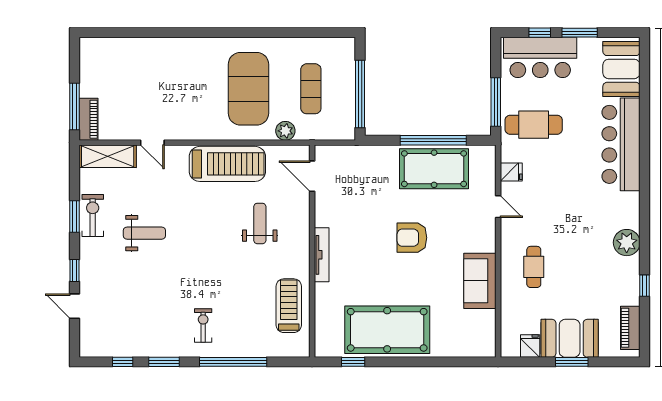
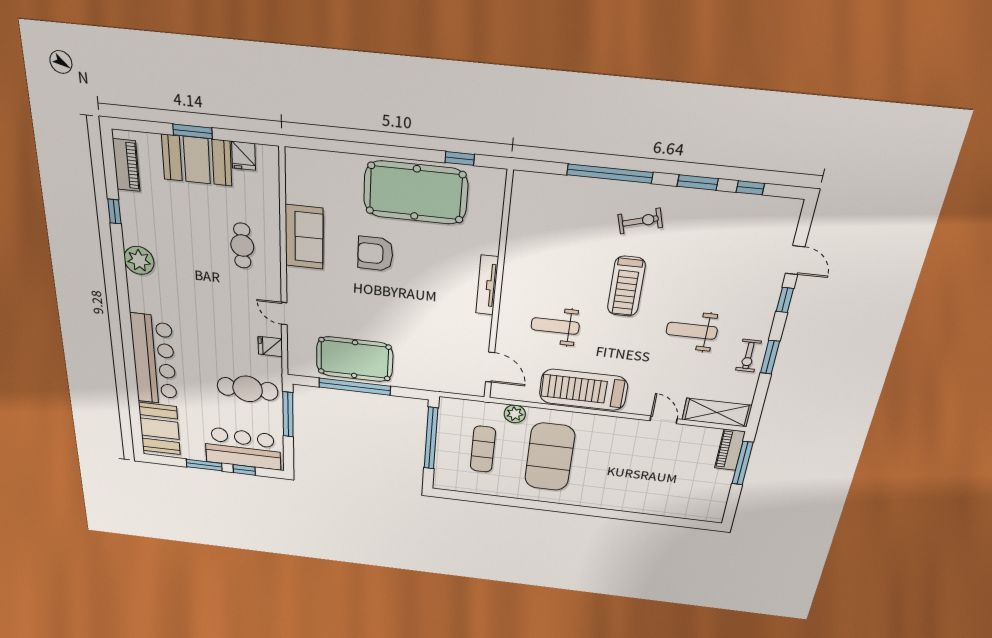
exercise bike: (93, 215) -> (748, 356), width x0.73, depth x0.72
weight bench: (260, 223) -> (555, 326), turned 90
armchair: (412, 238) -> (375, 254), moved, turned 180
treadmill: (289, 306) -> (626, 286), moved
exercise bike: (203, 326) -> (640, 221), turned -106

